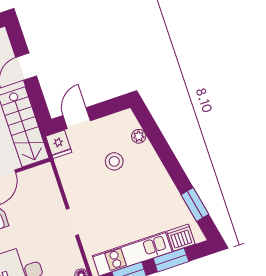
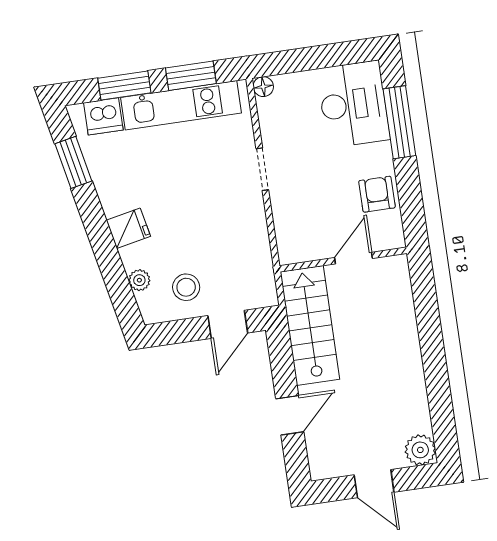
fridge: (59, 144) -> (128, 228), moved, turned 78
stool: (114, 161) -> (186, 287), moved

